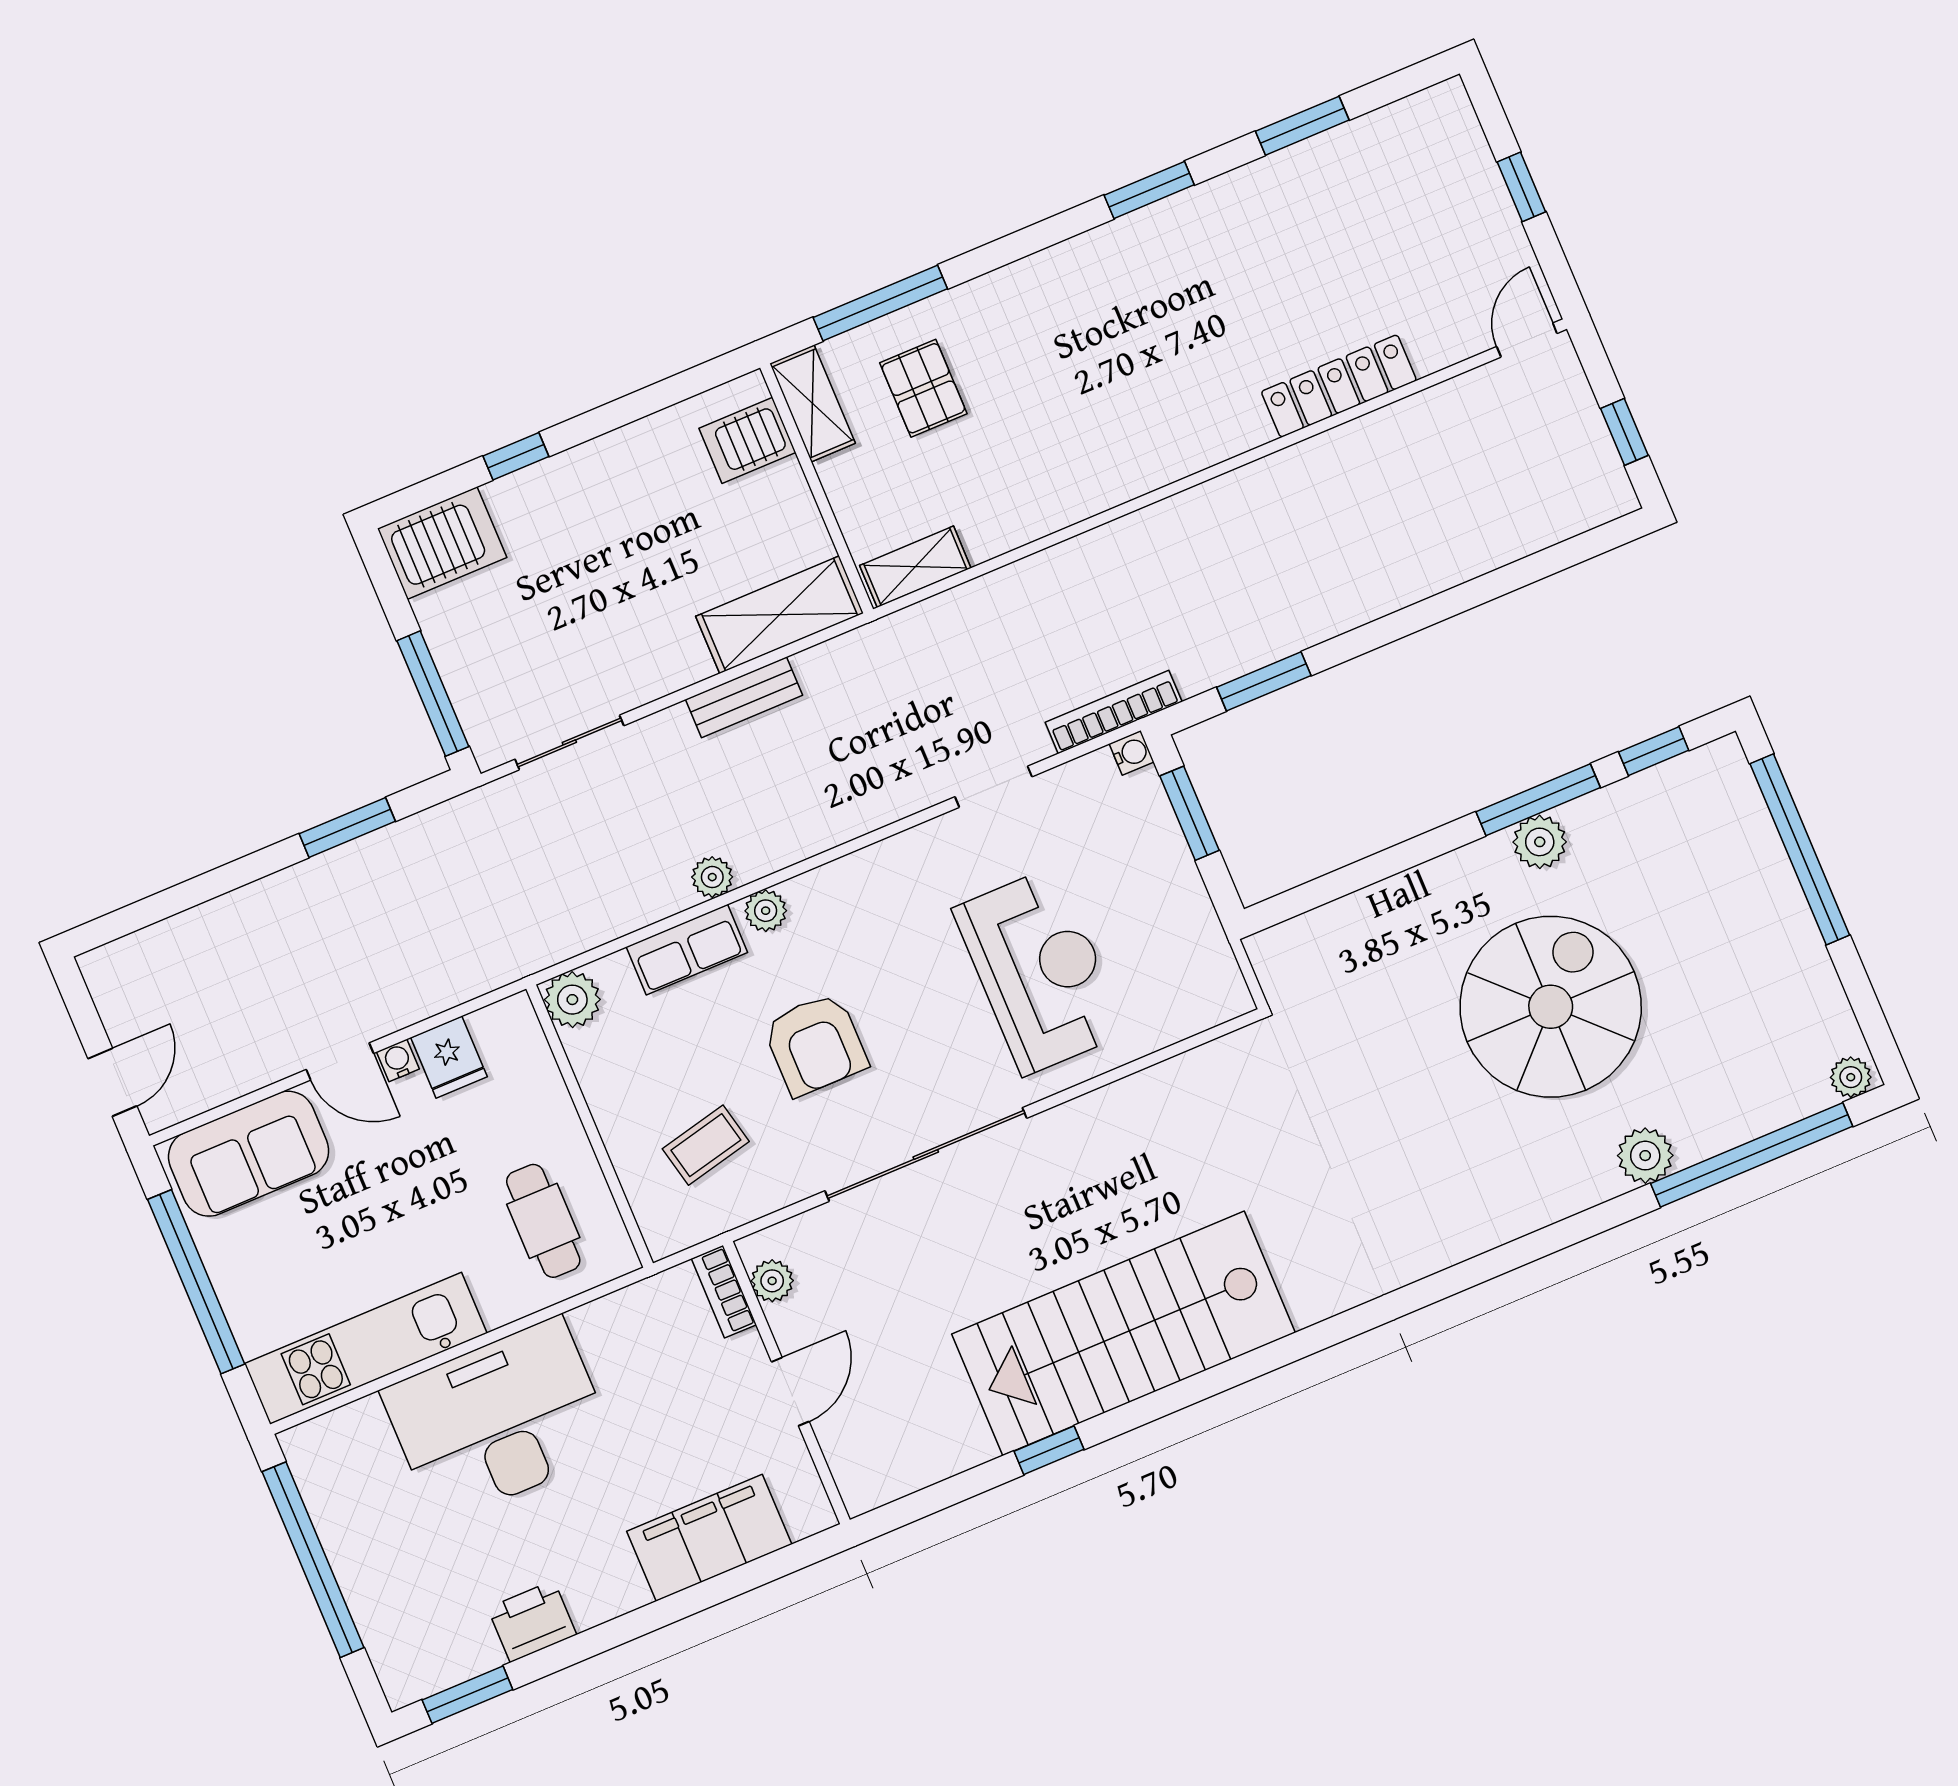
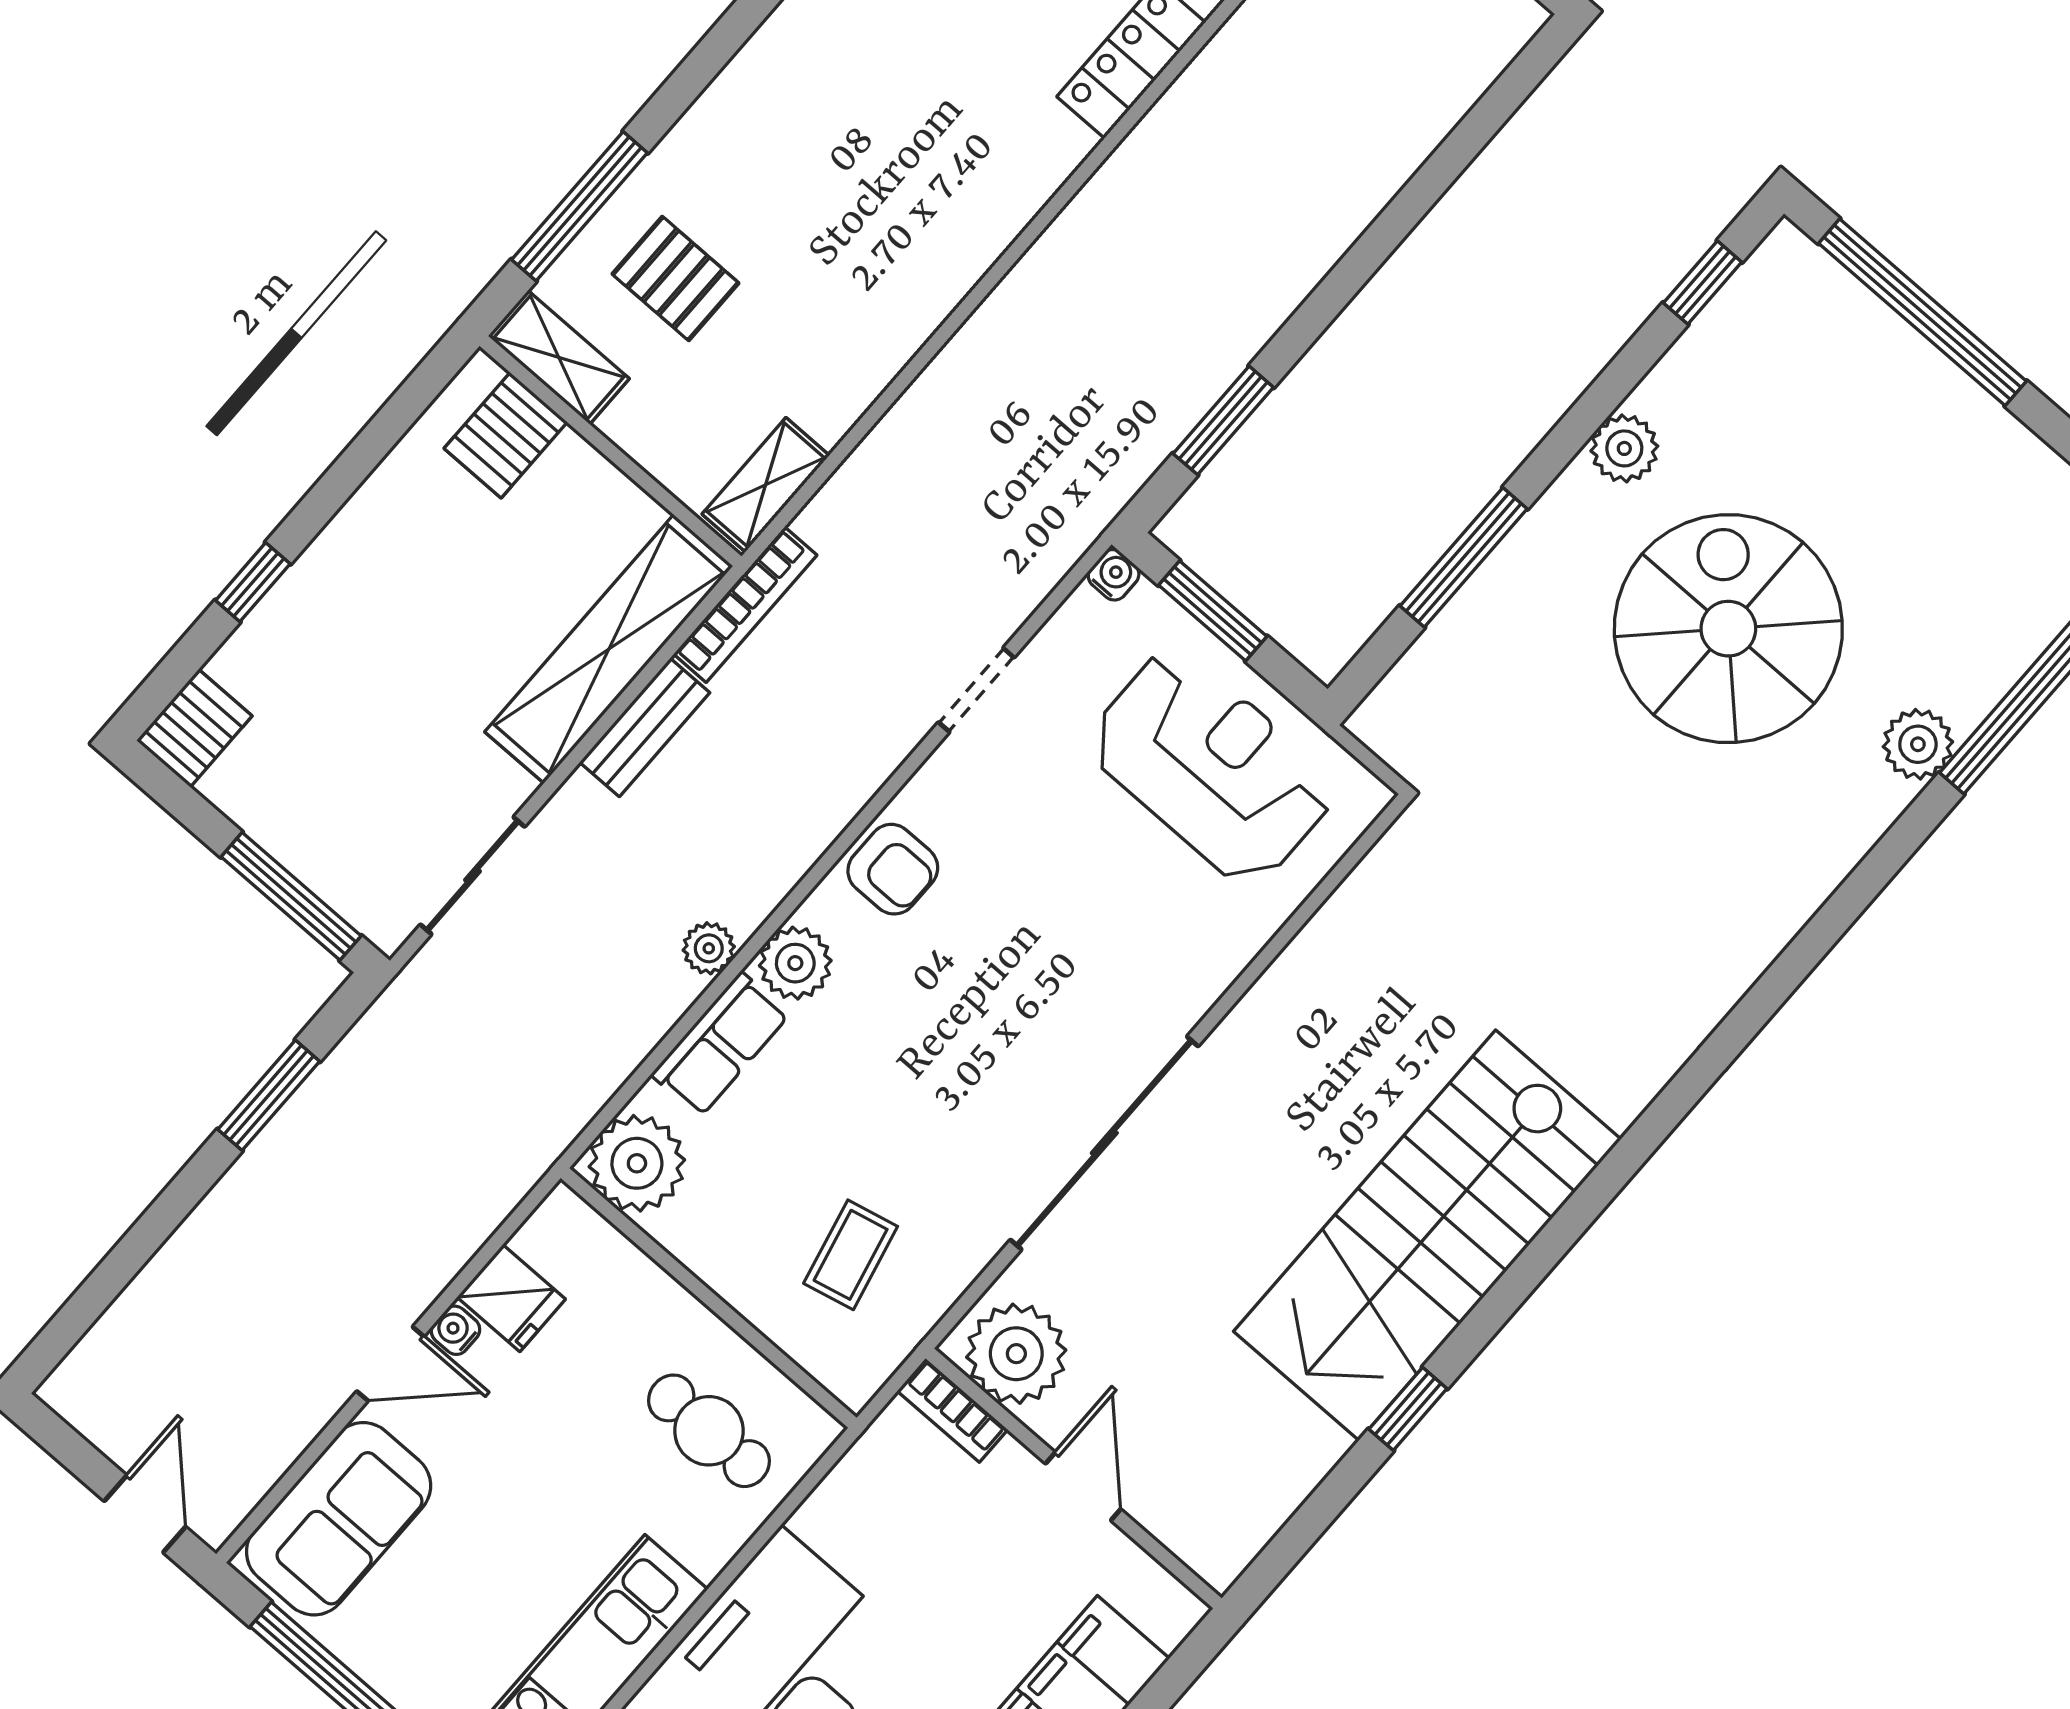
server rack: (442, 543) -> (194, 728), width x0.73, depth x0.70
shelving: (780, 615) -> (609, 649), width x1.47
bookcase: (1114, 712) -> (745, 605), moved, turned 180
window: (1538, 800) -> (1464, 557), moved
plant: (766, 911) -> (795, 963), width x1.38, depth x1.38
reception desk: (1040, 971) -> (1211, 767), moved
plant: (572, 1000) -> (637, 1163), width x1.36, depth x1.36
armchair: (815, 1044) -> (893, 869), moved, width x0.72, depth x0.72
plant: (772, 1281) -> (1016, 1354), width x1.88, depth x1.88

